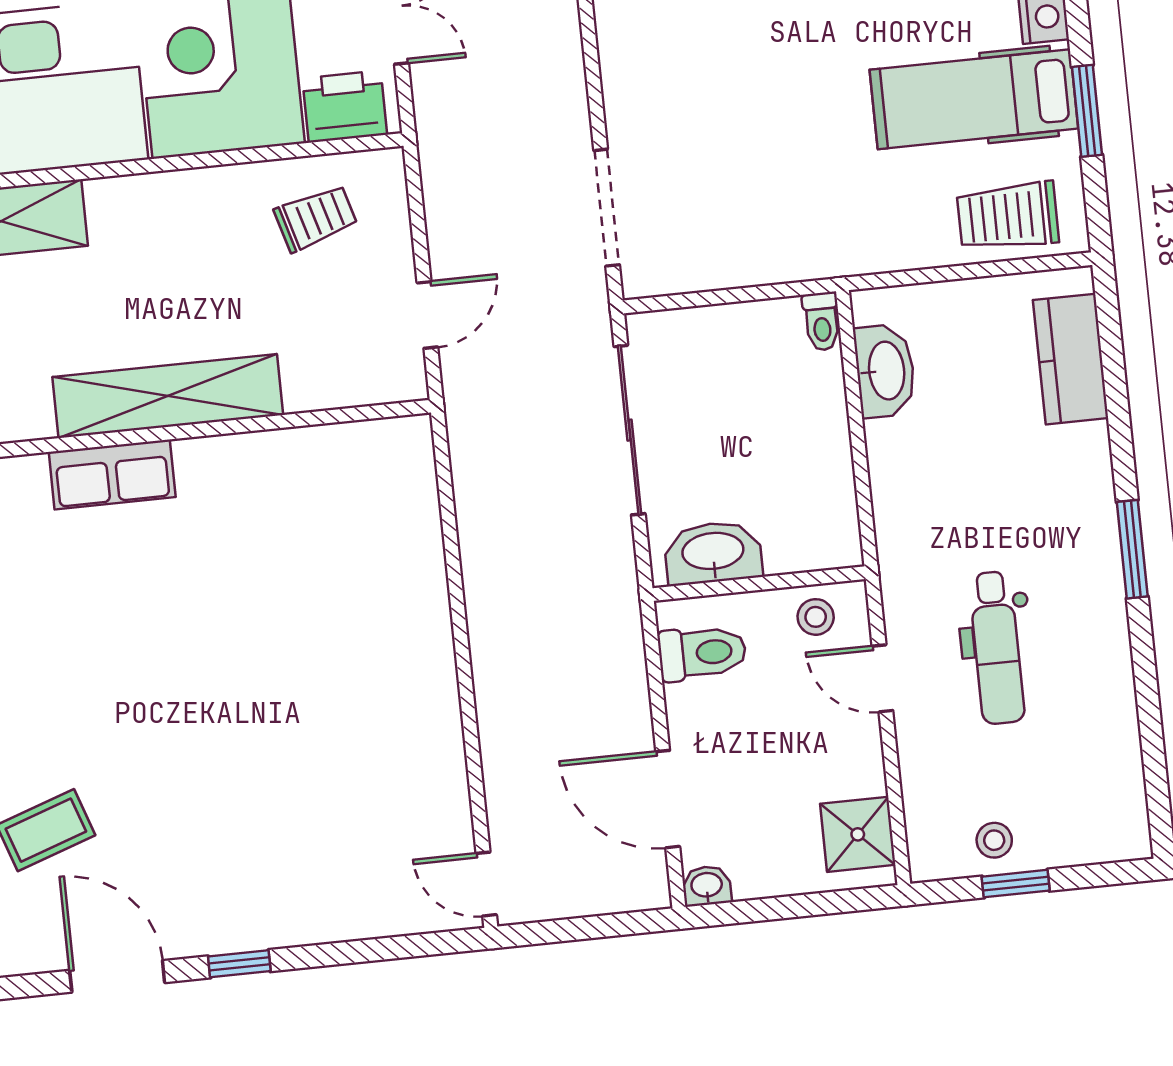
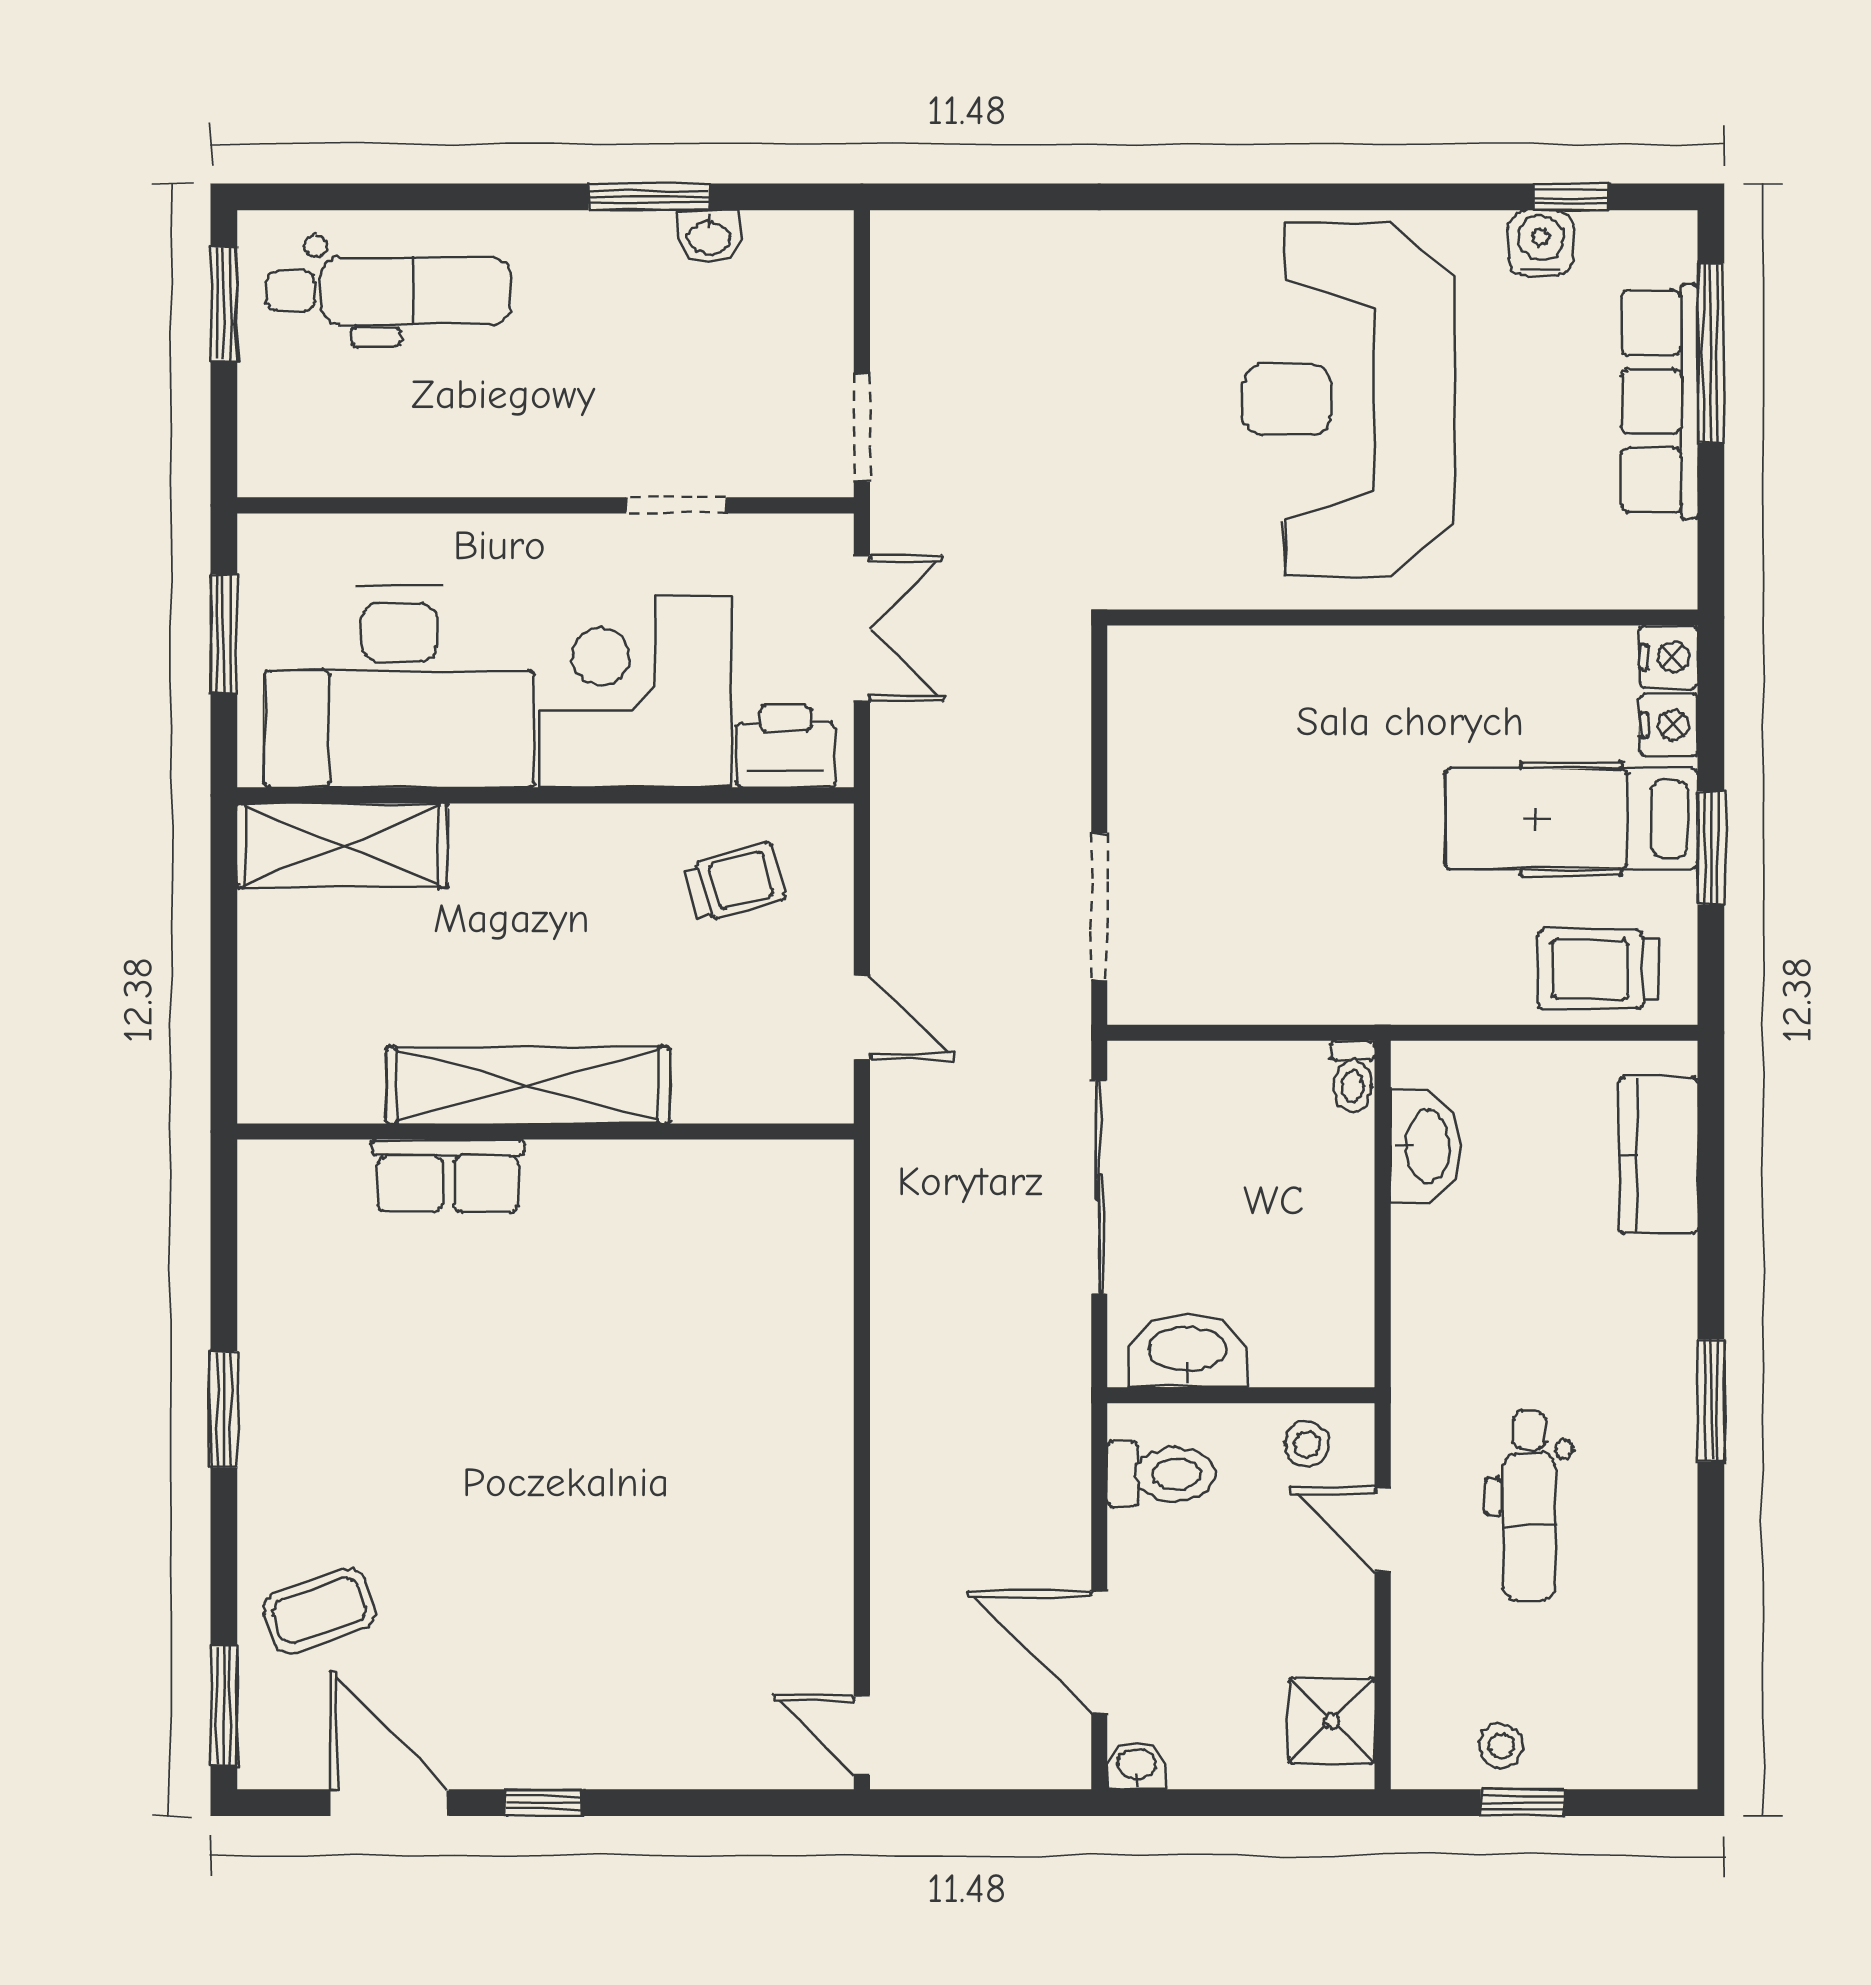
door: (427, 315) -> (862, 1017), hinge flipped

